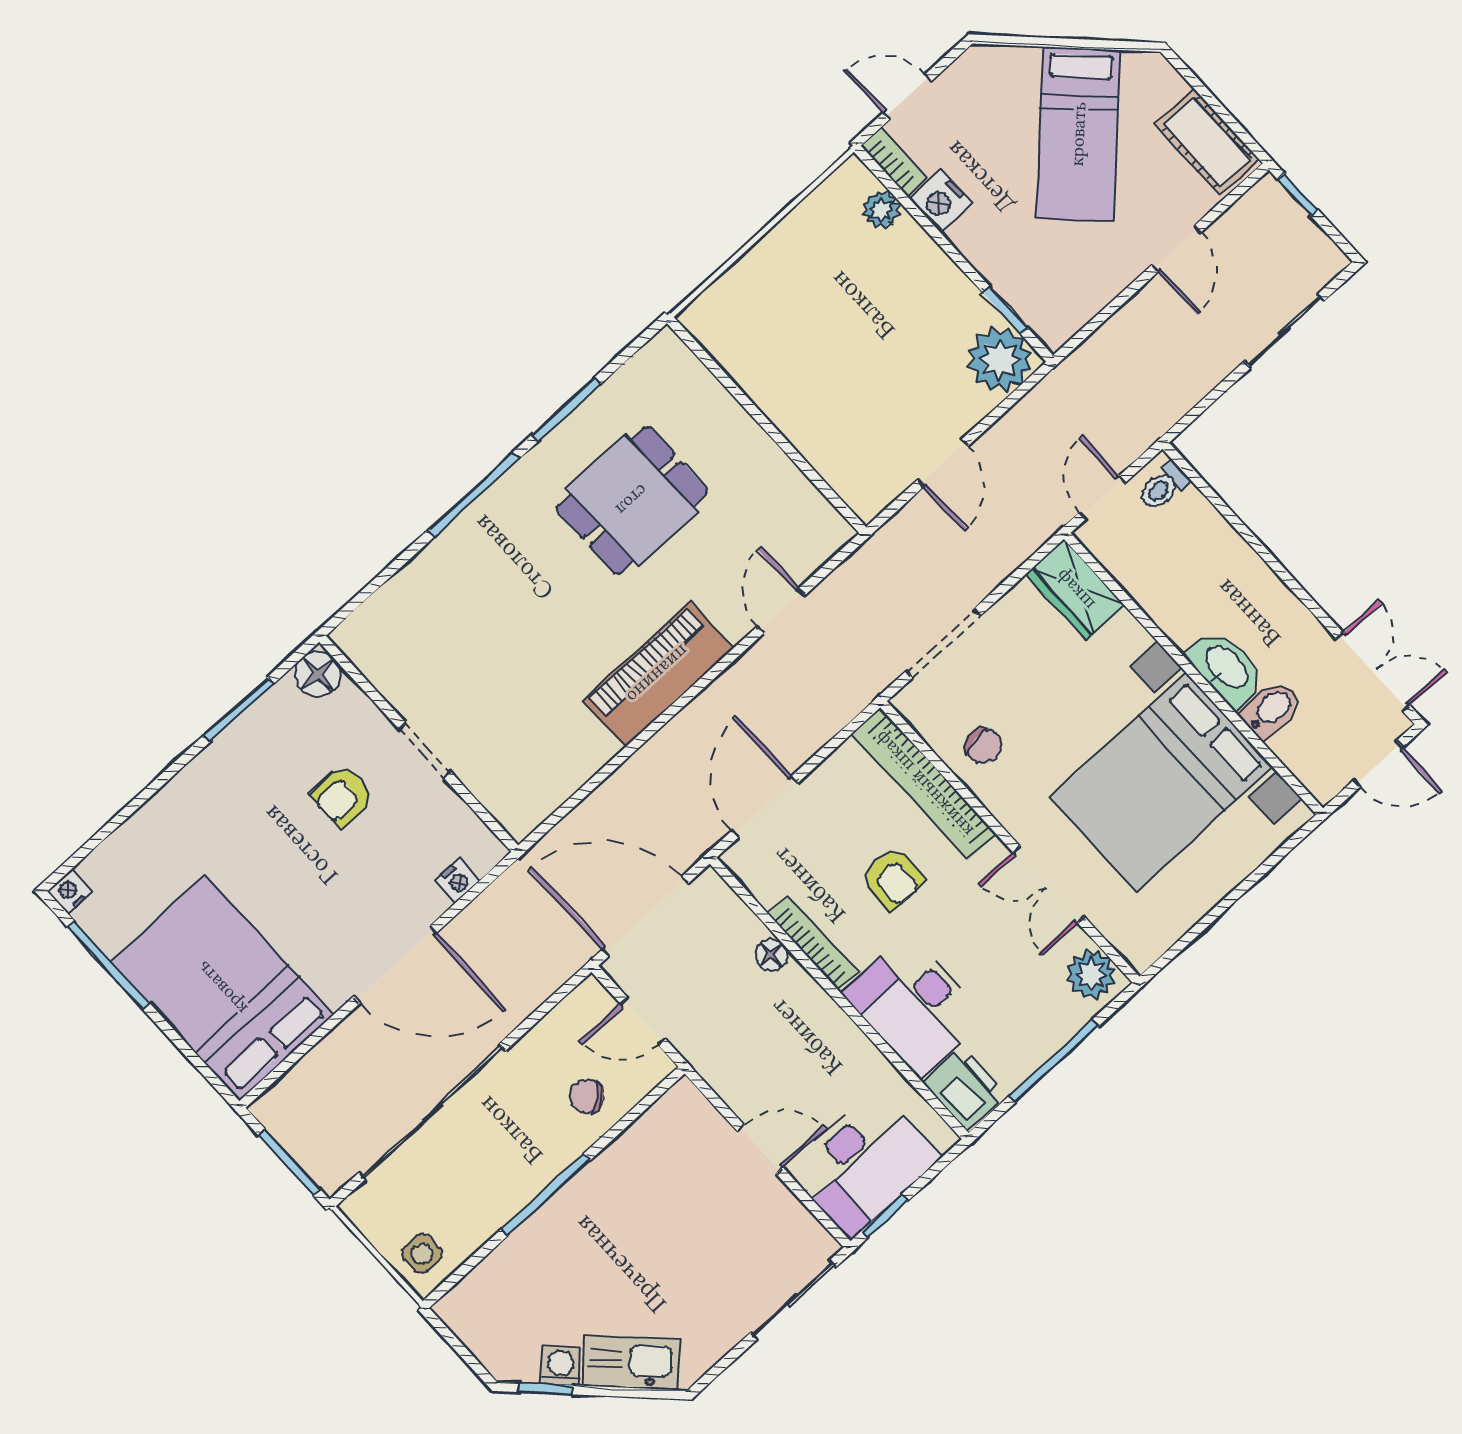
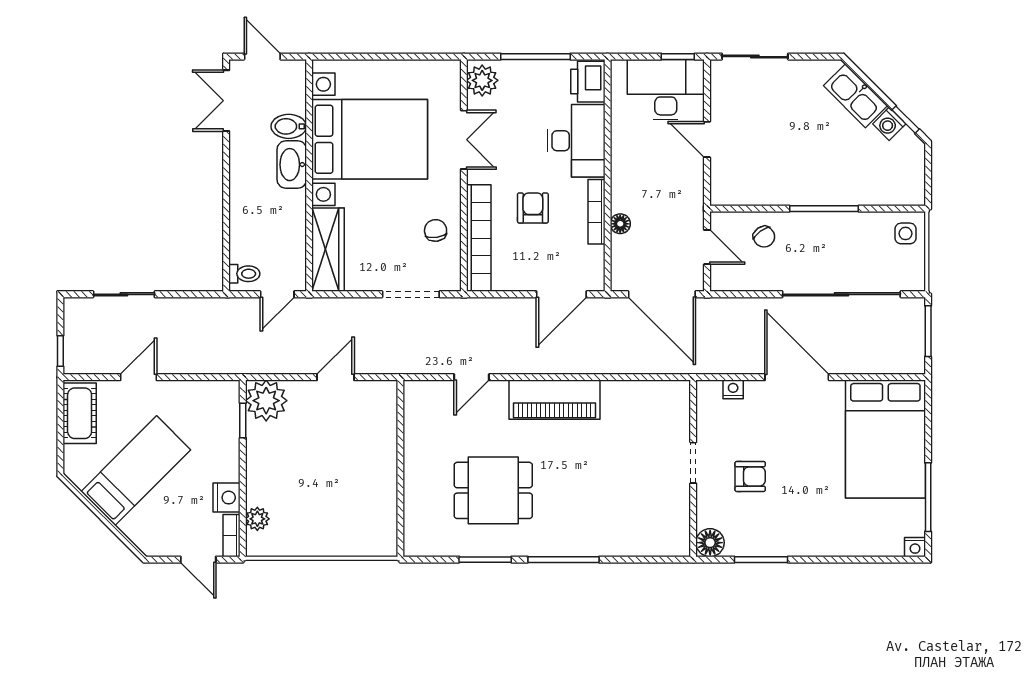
wardrobe: (1075, 590) -> (328, 250), width x1.50

